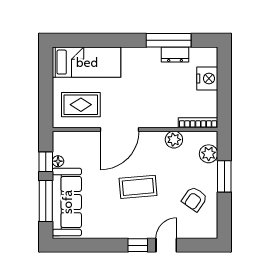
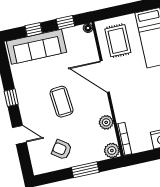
plant: (209, 154) -> (112, 151), moved
floor lamp: (58, 161) -> (88, 28), moved
window: (46, 201) -> (34, 30), width x0.46
window: (138, 245) -> (11, 98), moved

